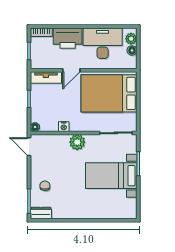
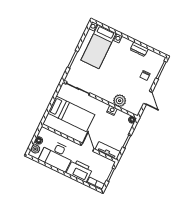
door: (71, 70) -> (88, 147), hinge flipped
bed: (109, 93) -> (71, 114), width x0.67
plant: (77, 142) -> (120, 101), moved
door: (29, 147) -> (148, 98), moved
bed with nightstands: (111, 176) -> (99, 47), moved, turned 90
dresser: (41, 213) -> (139, 49), moved

